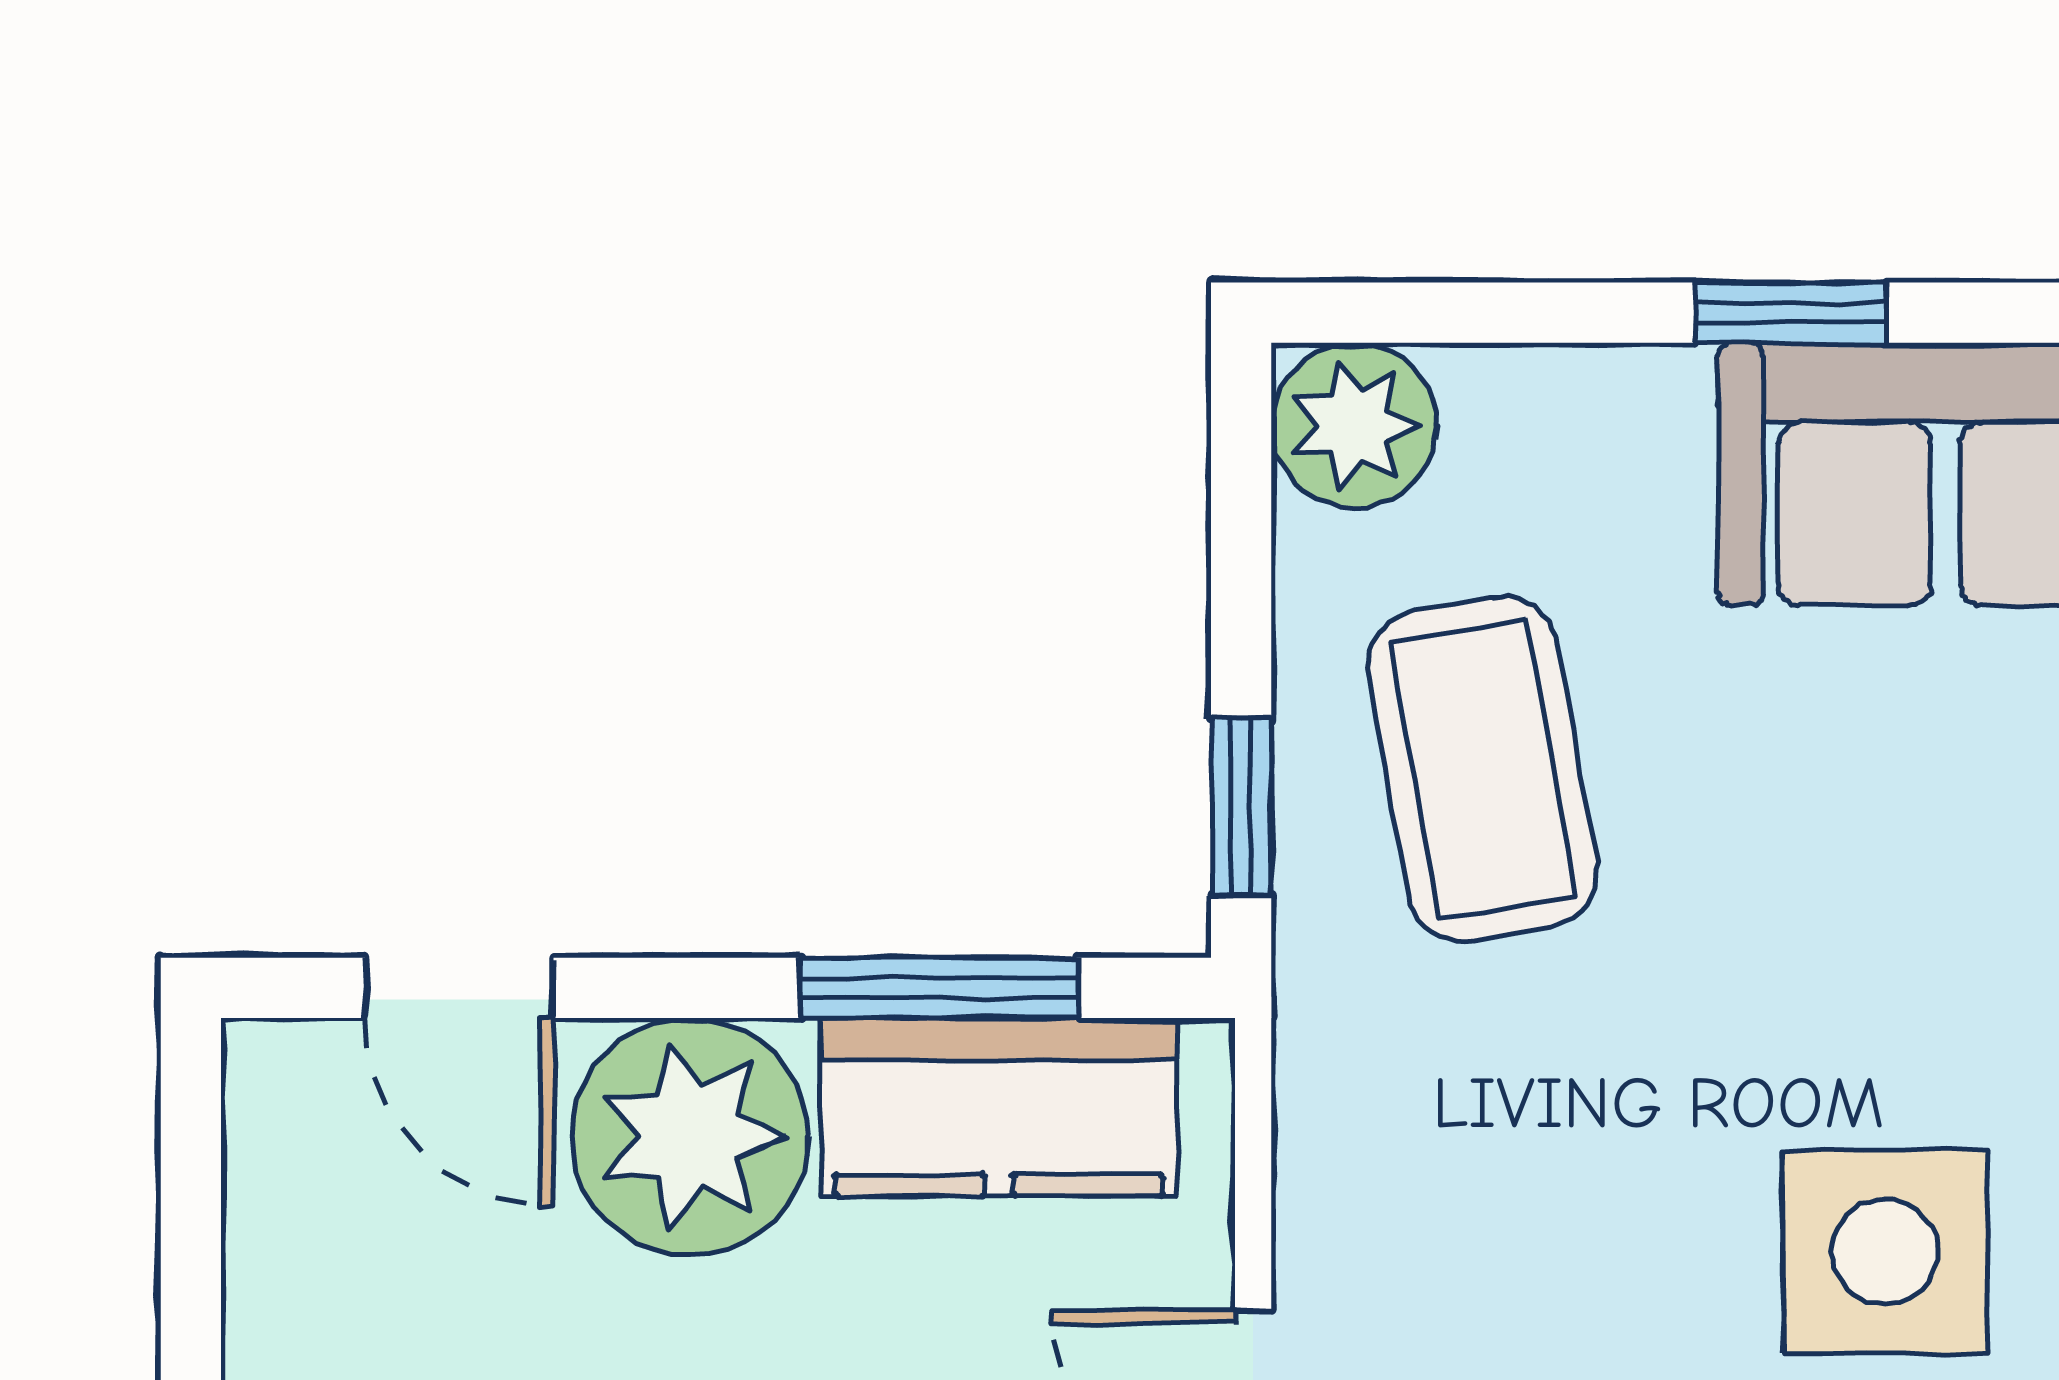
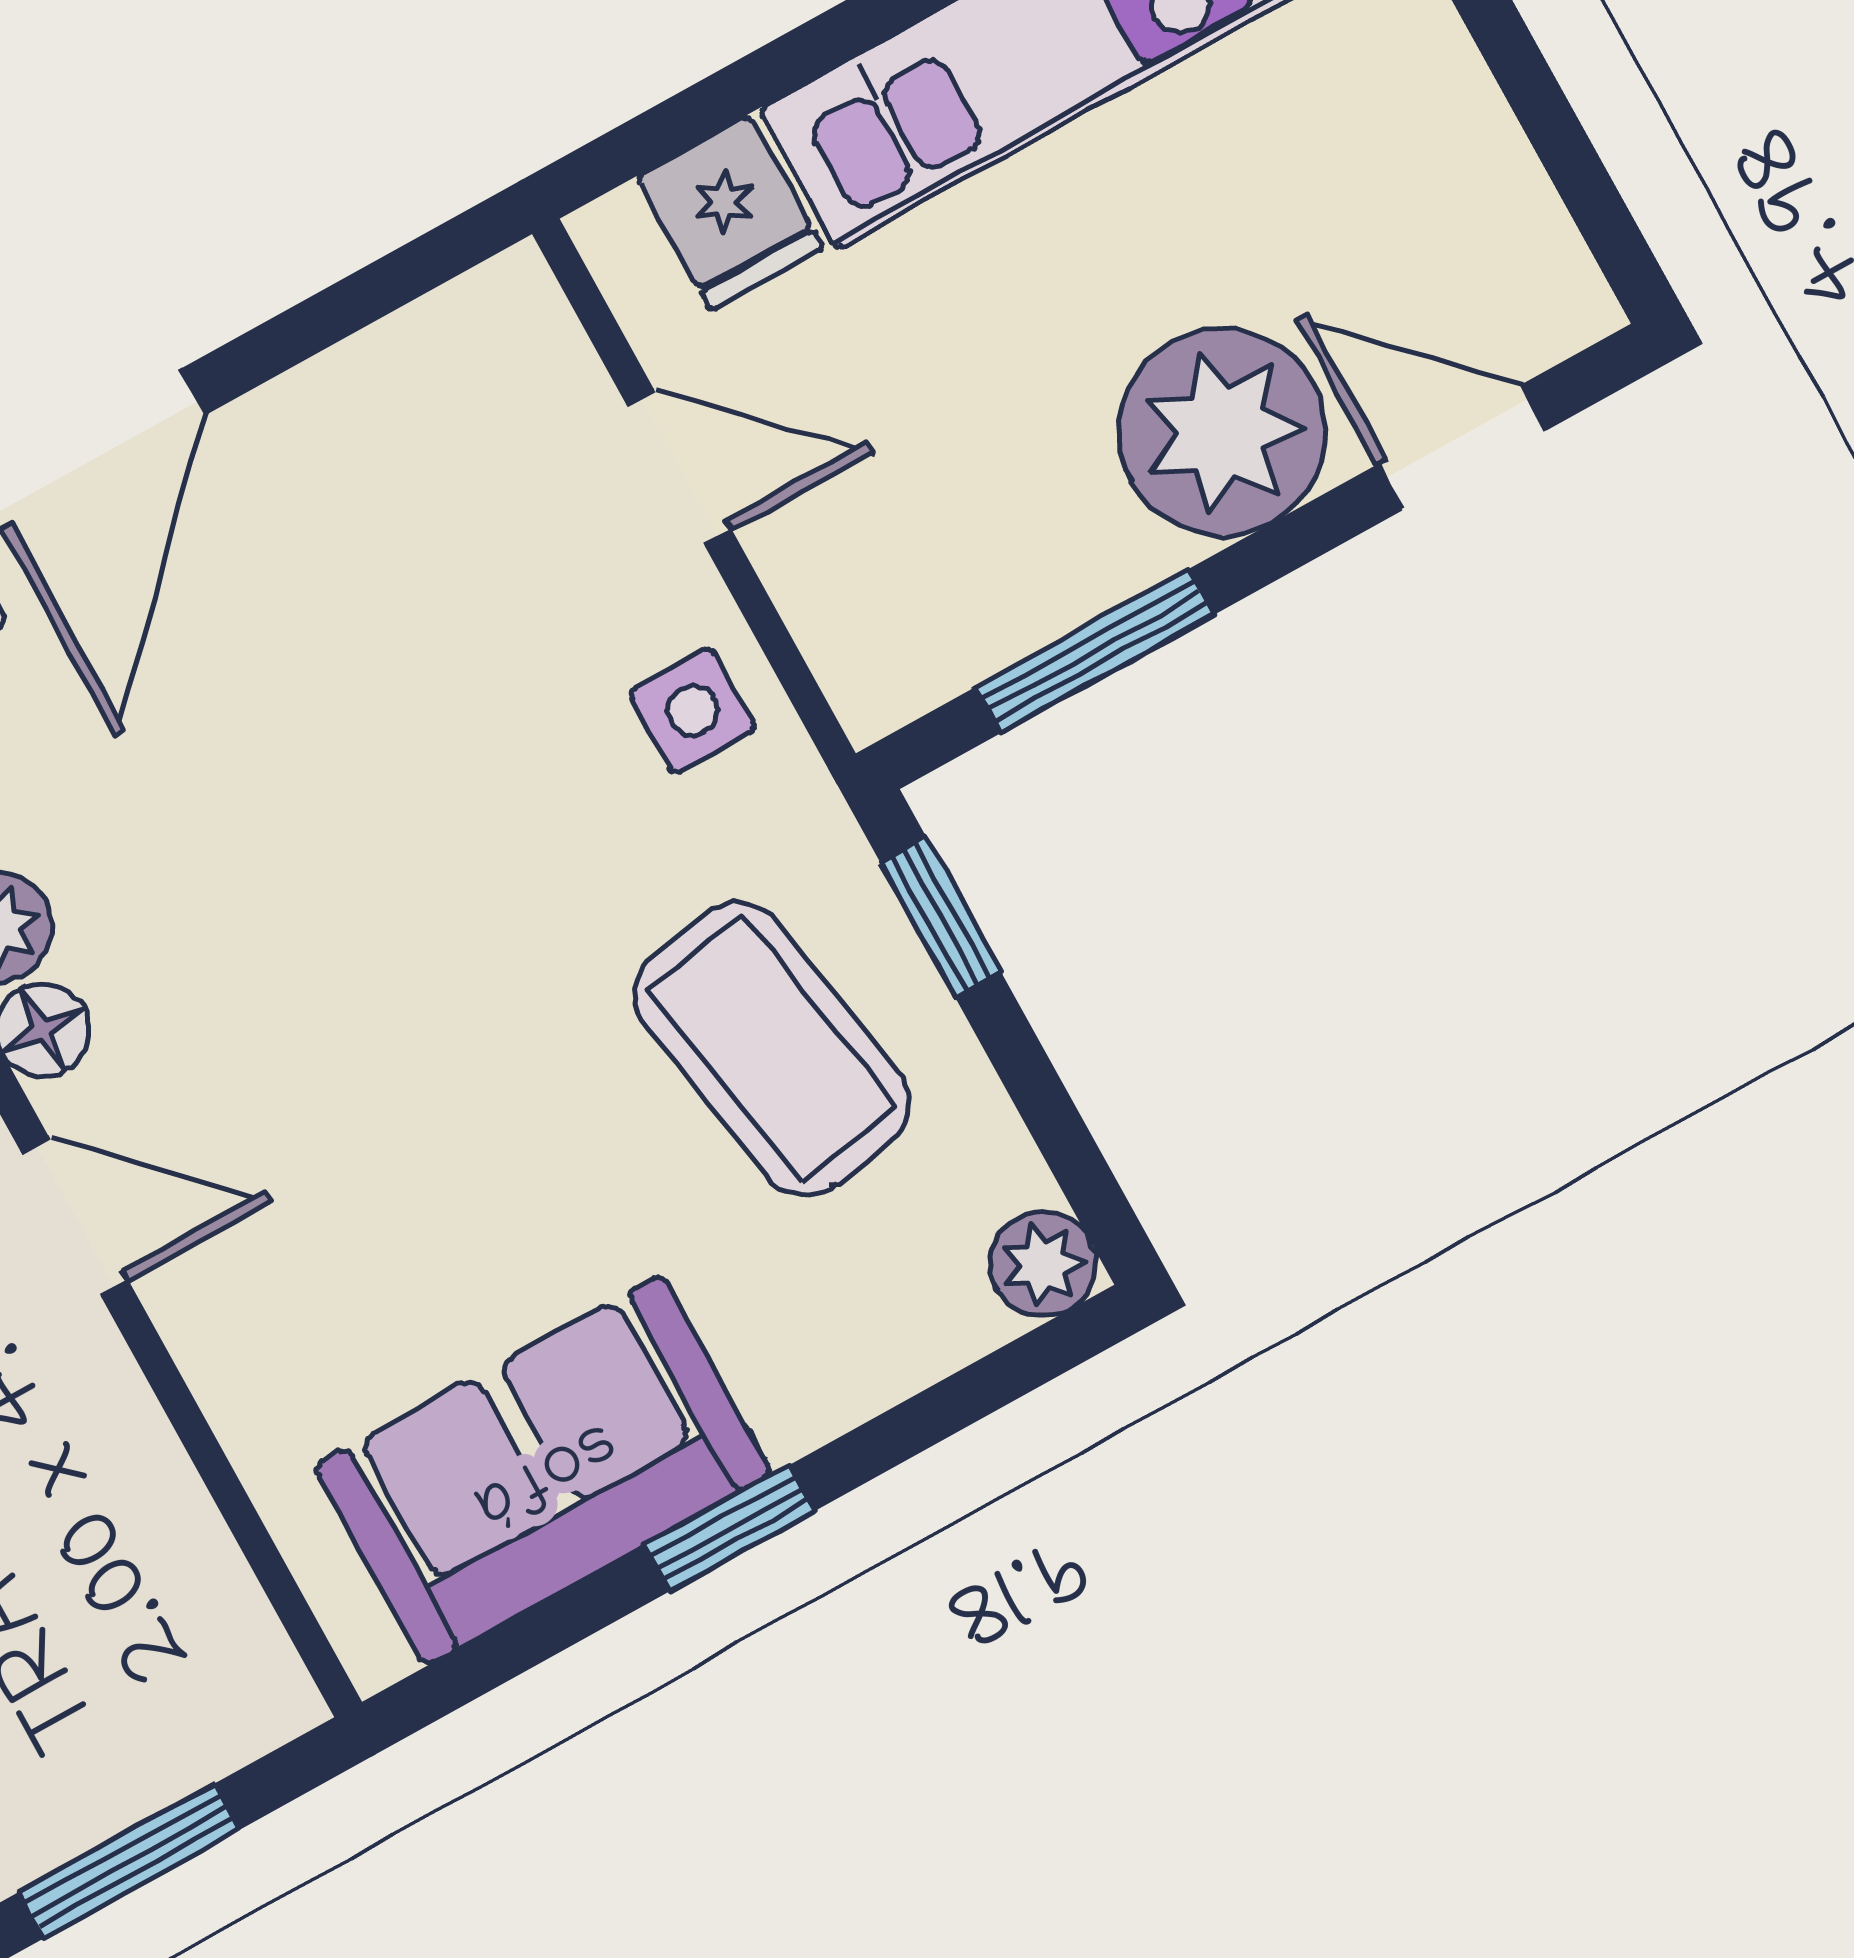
plant: (1354, 426) -> (1043, 1264), width x0.73, depth x0.73
kitchen counter: (999, 1107) -> (999, 585), removed
side table: (1885, 1252) -> (692, 711), moved, width x0.54, depth x0.54

